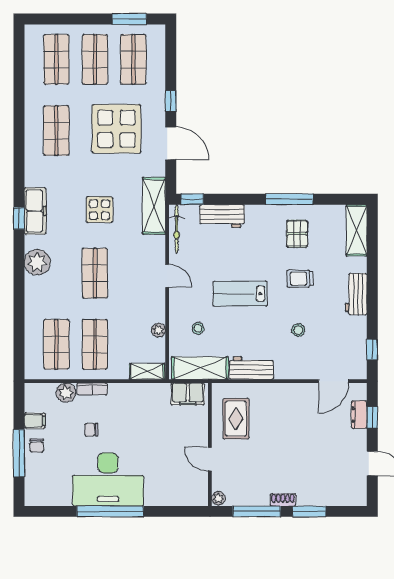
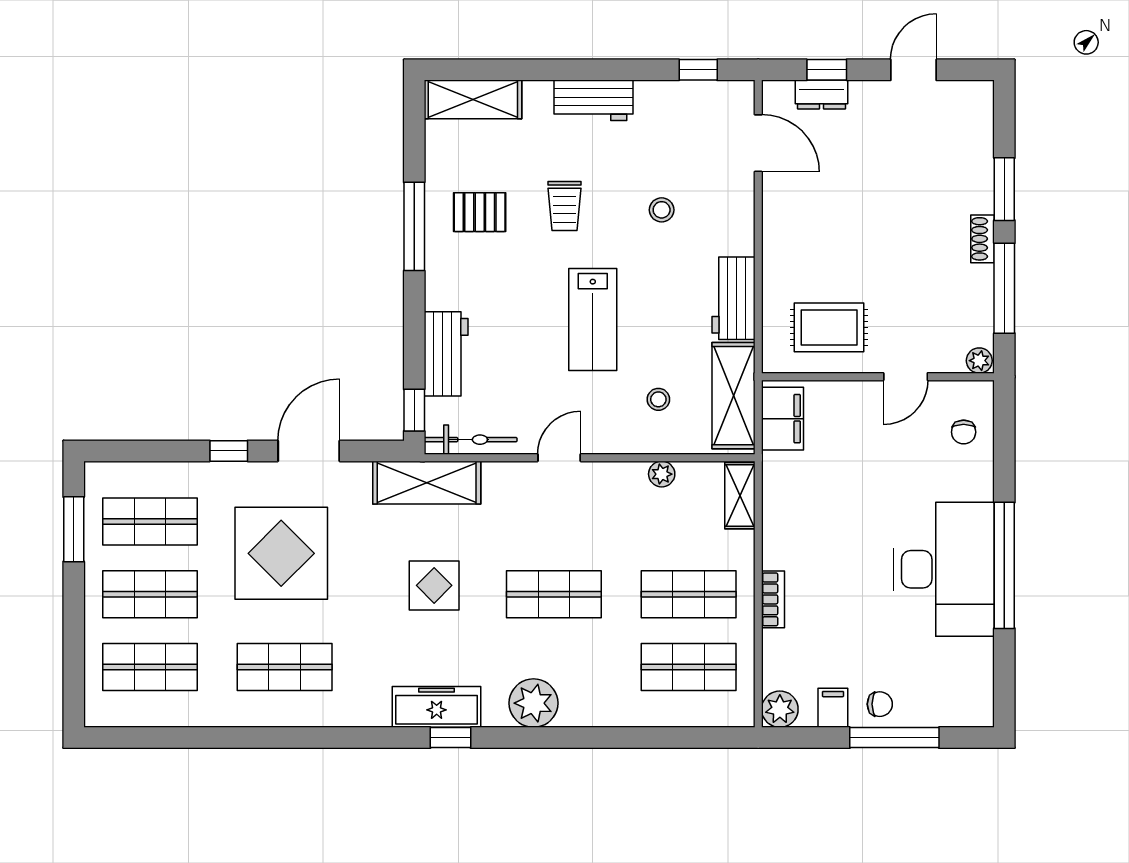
plant: (66, 393) -> (780, 709), moved
chair: (91, 430) -> (964, 432), moved

